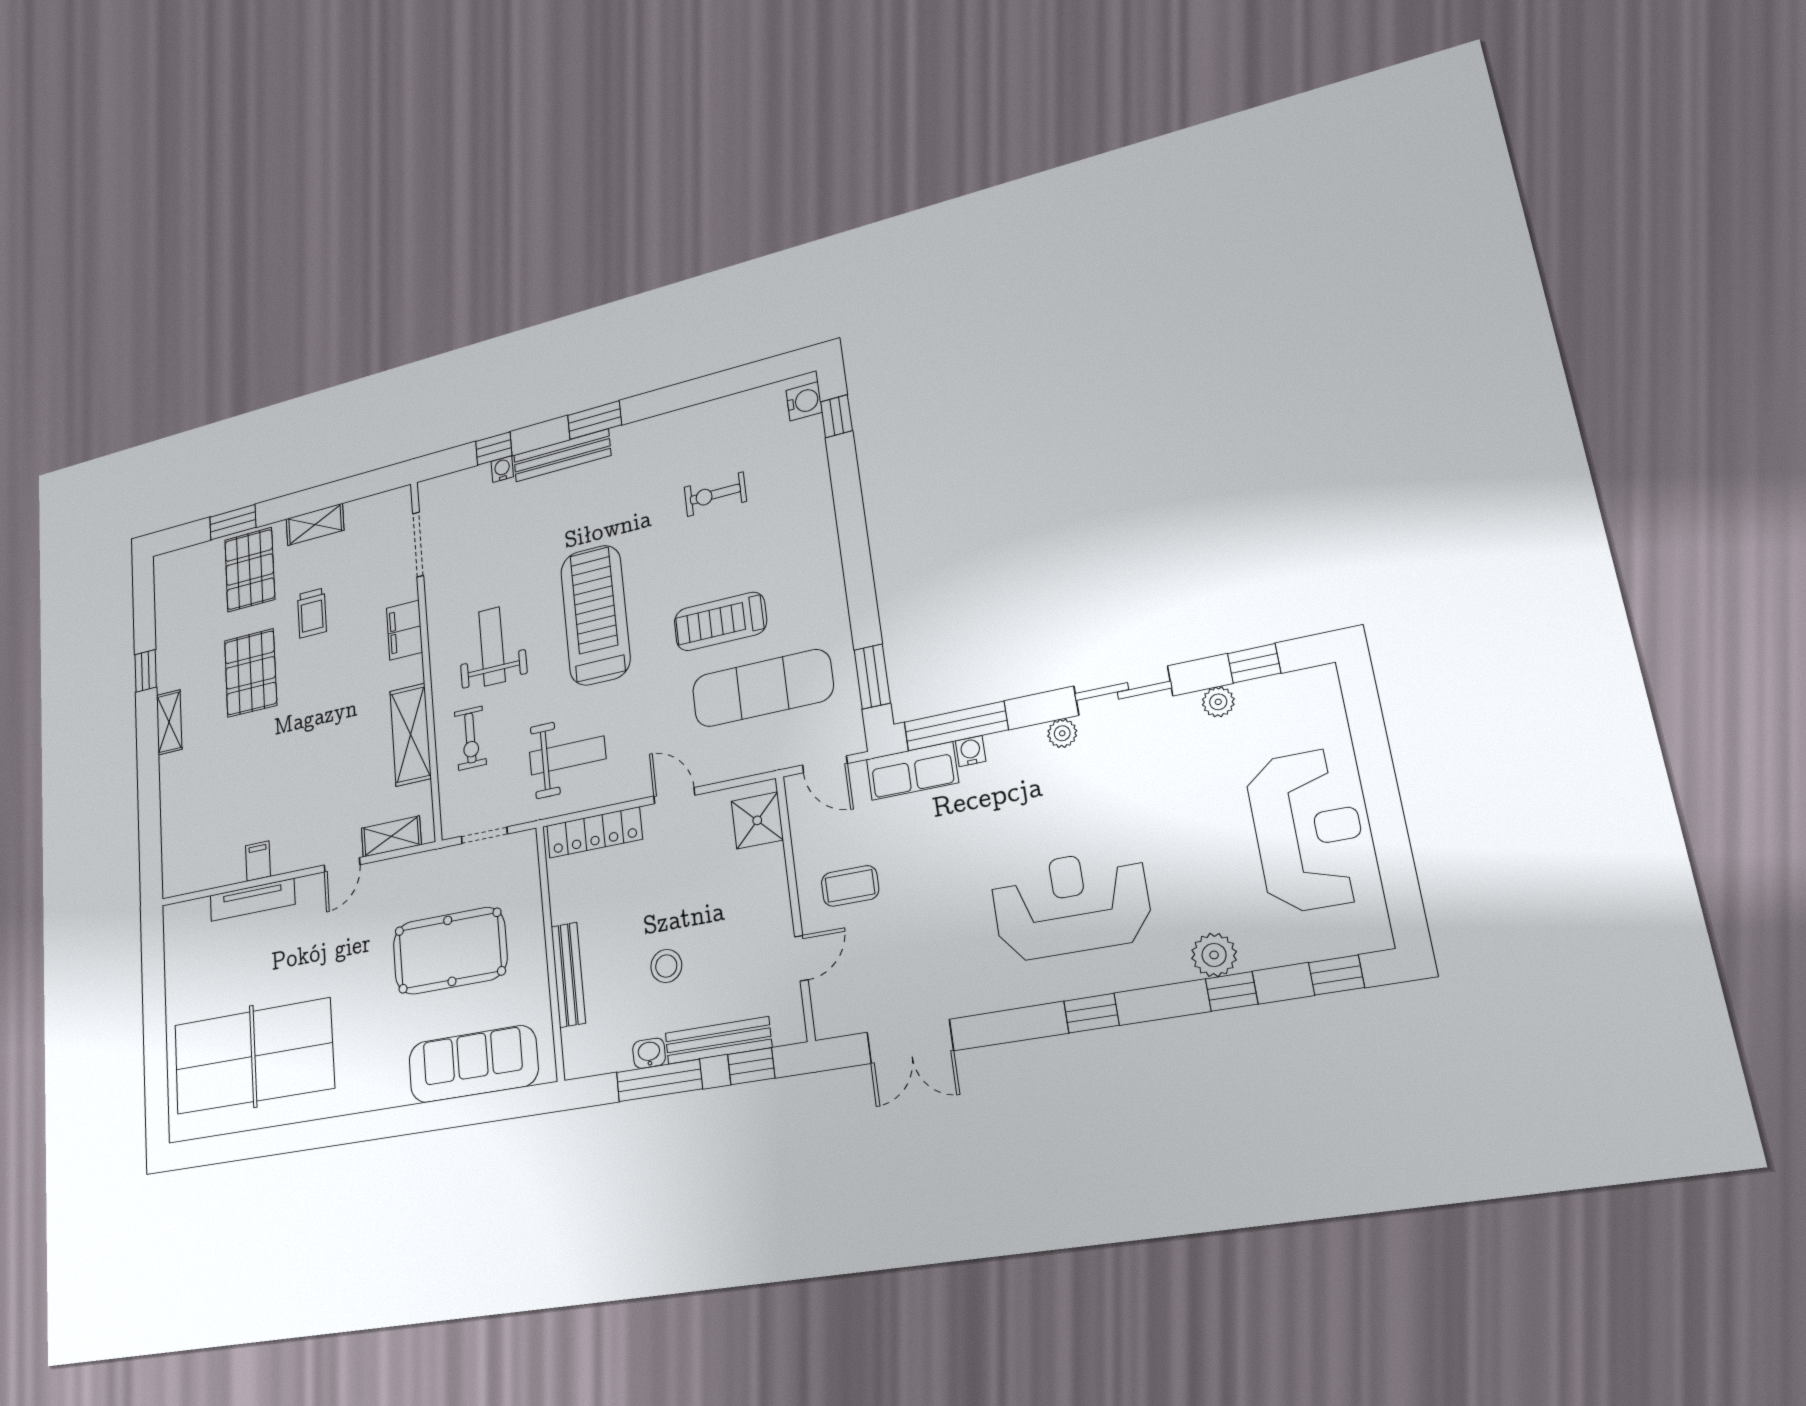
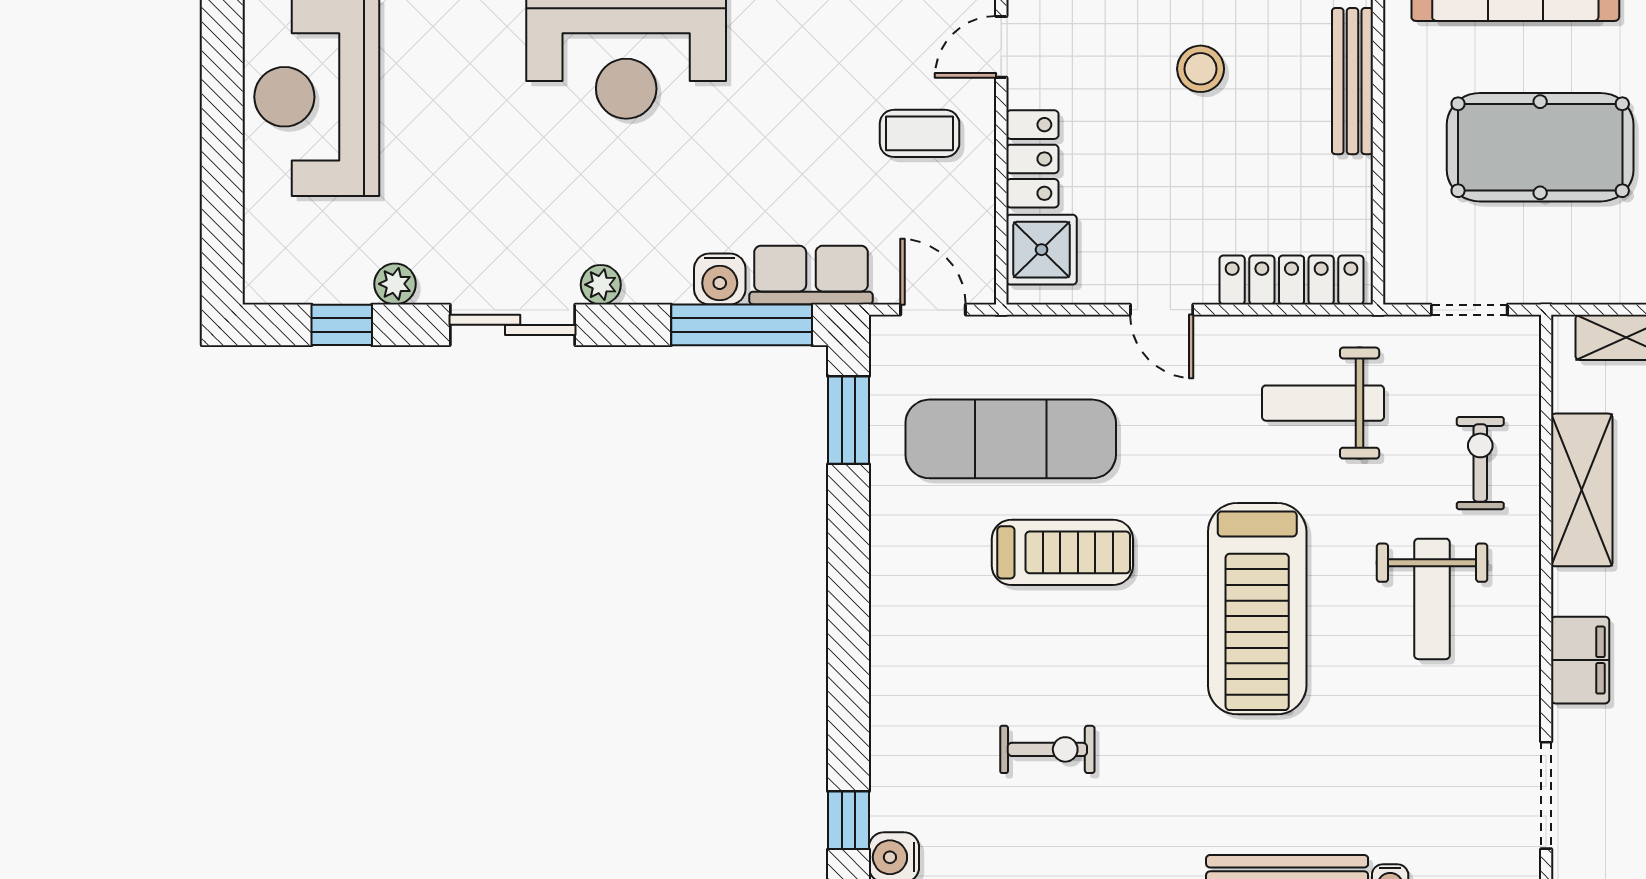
water cooler: (971, 751) -> (720, 279), width x1.38, depth x1.38
locker: (771, 882) -> (1032, 159), added

